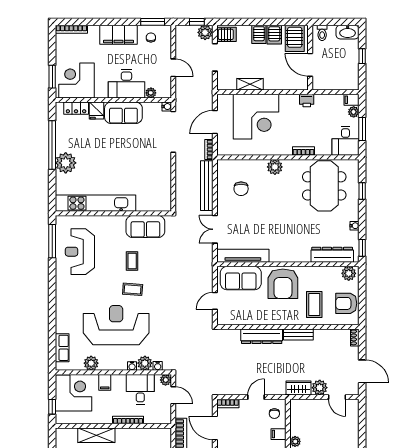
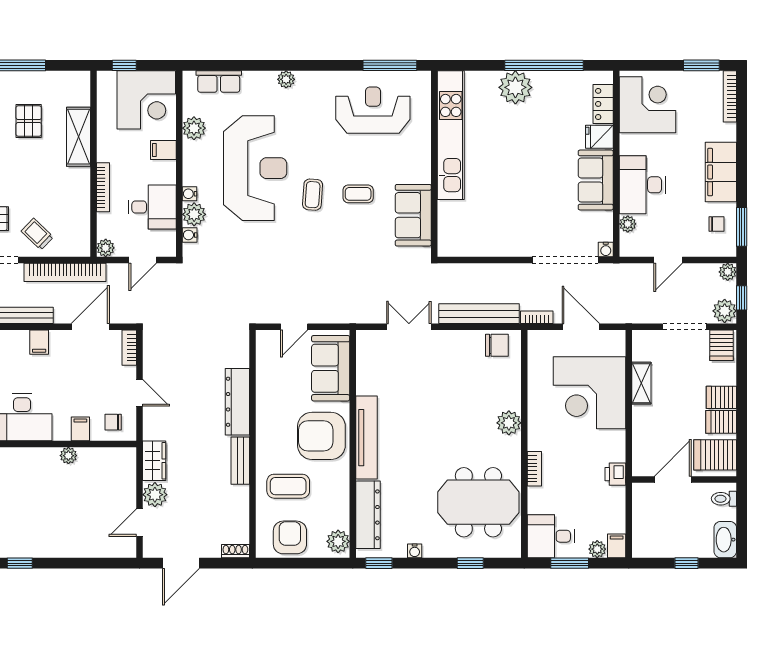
plant: (181, 31) -> (728, 272), added
window: (52, 77) -> (701, 65), moved
chair: (241, 189) -> (497, 345), moved, turned 180
tv unit: (243, 256) -> (367, 438), moved
door: (215, 301) -> (294, 327), swing flipped
plant: (61, 306) -> (286, 79), added
plant: (166, 380) -> (106, 248), moved

